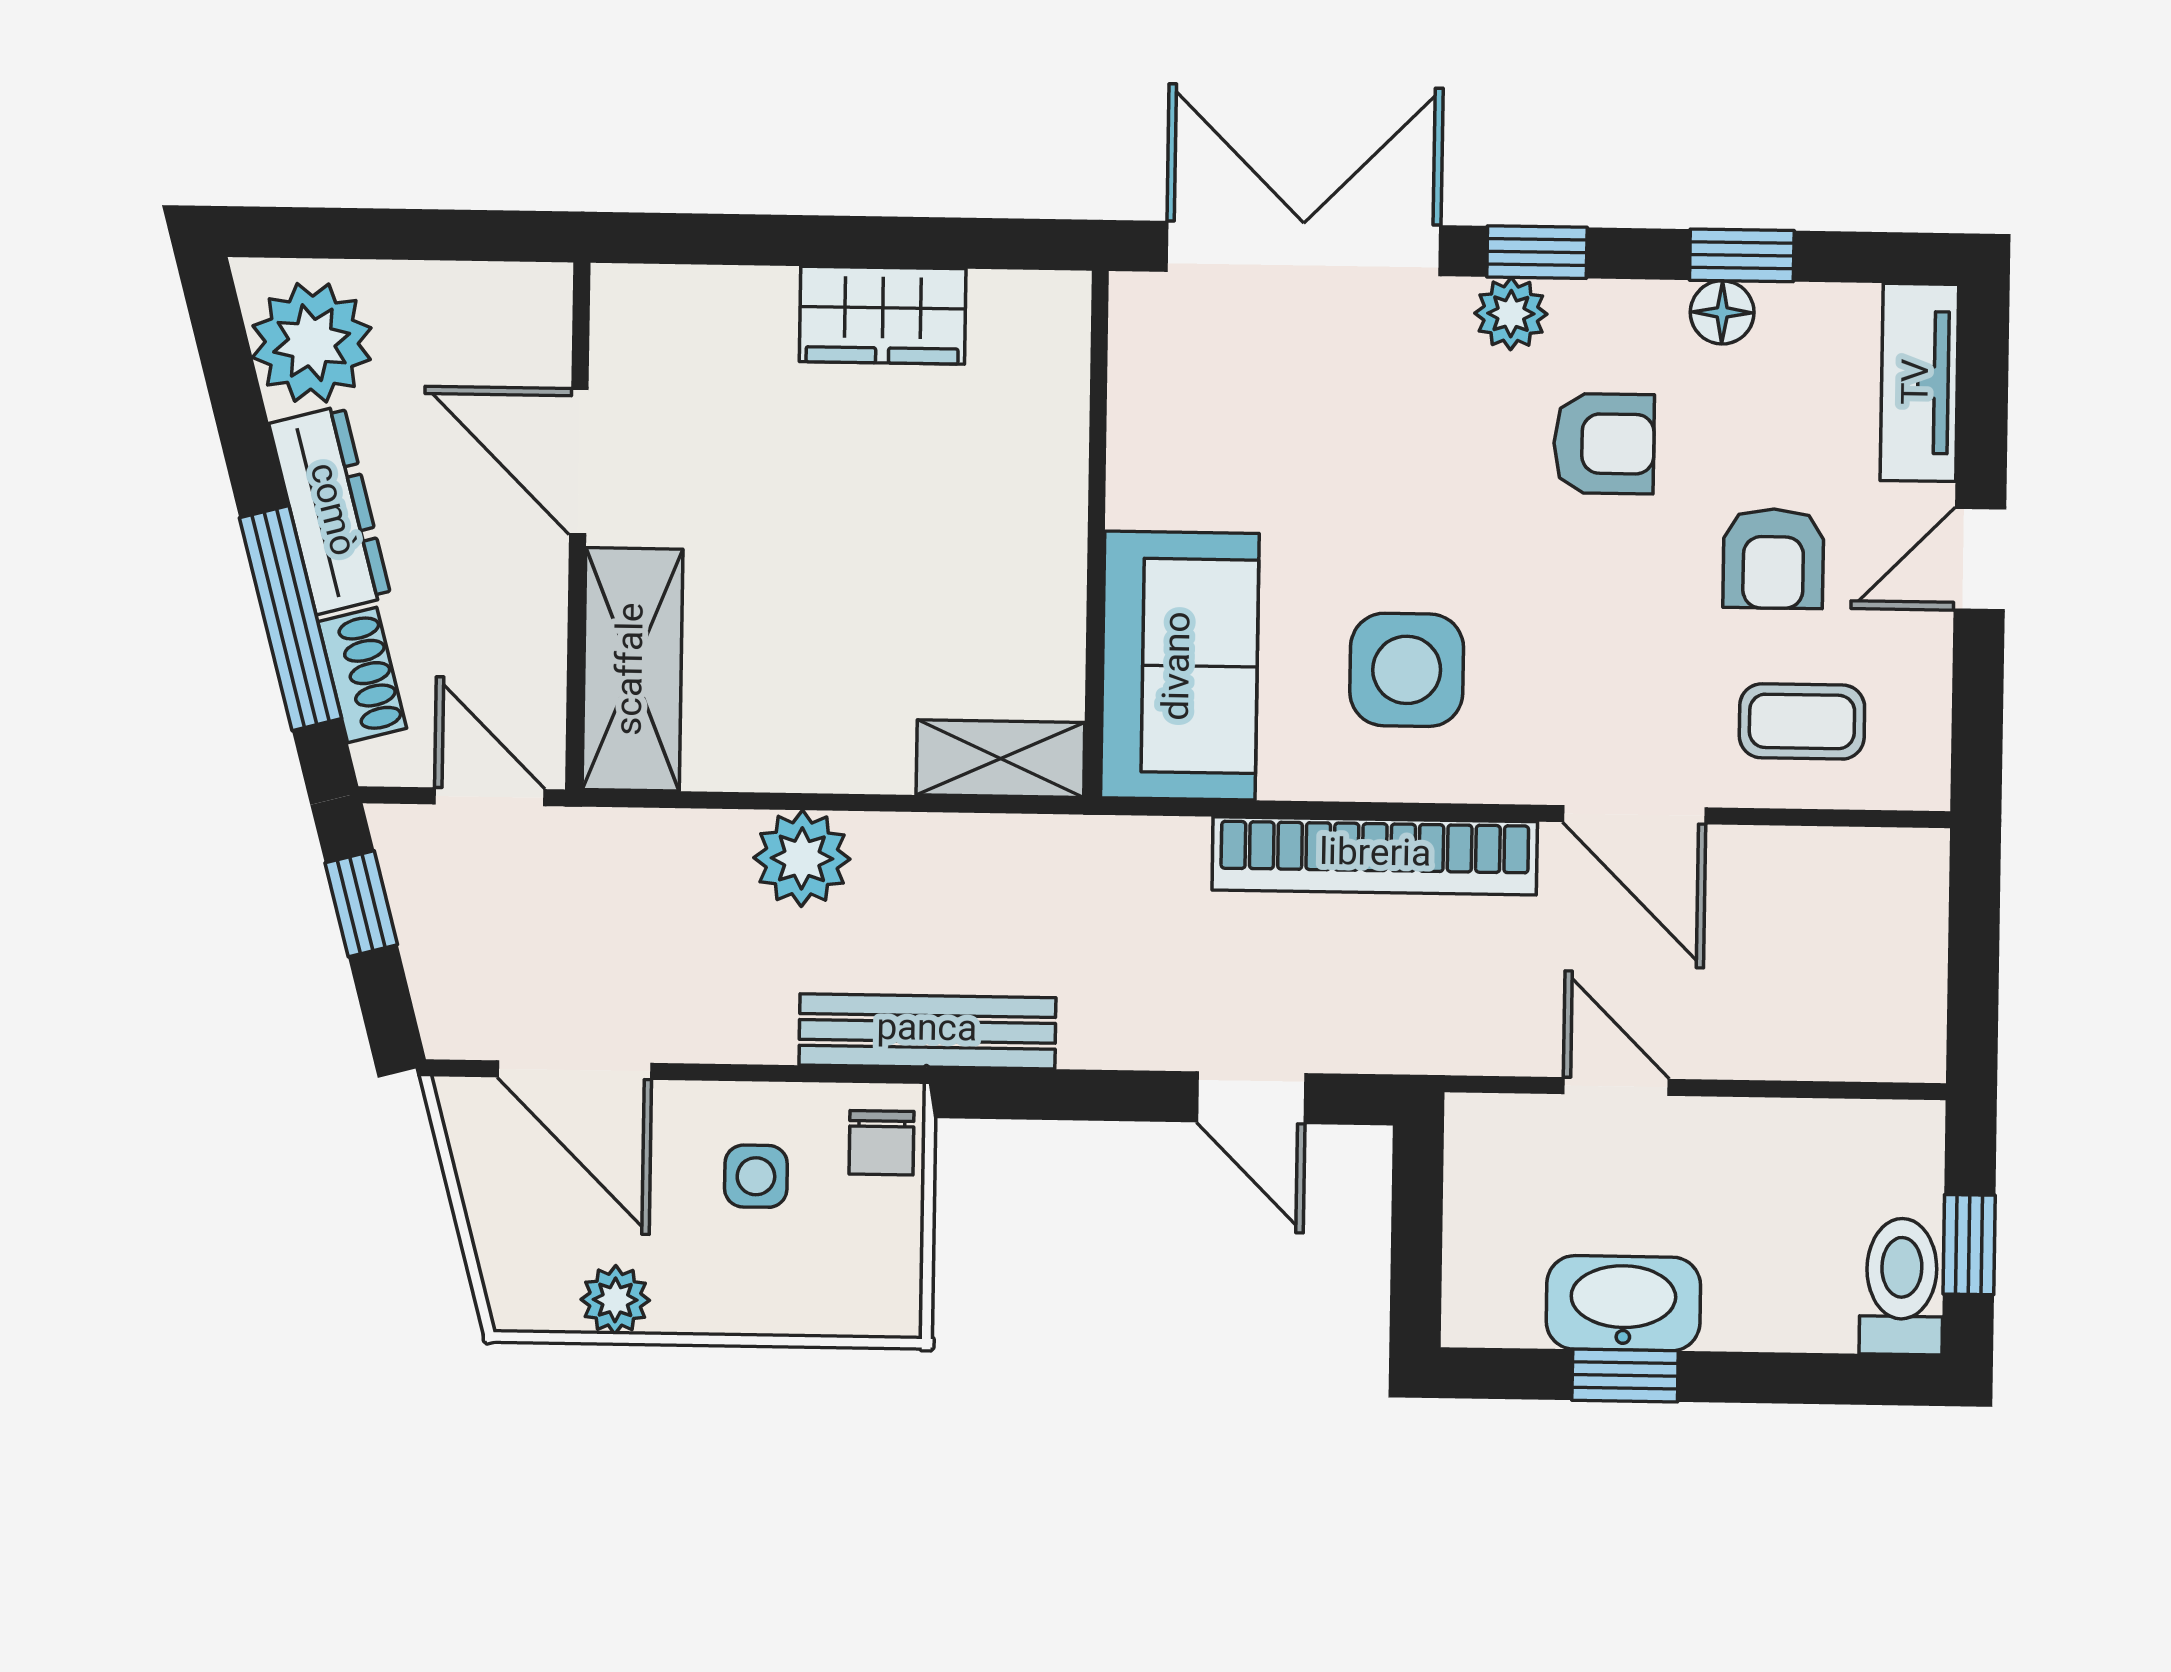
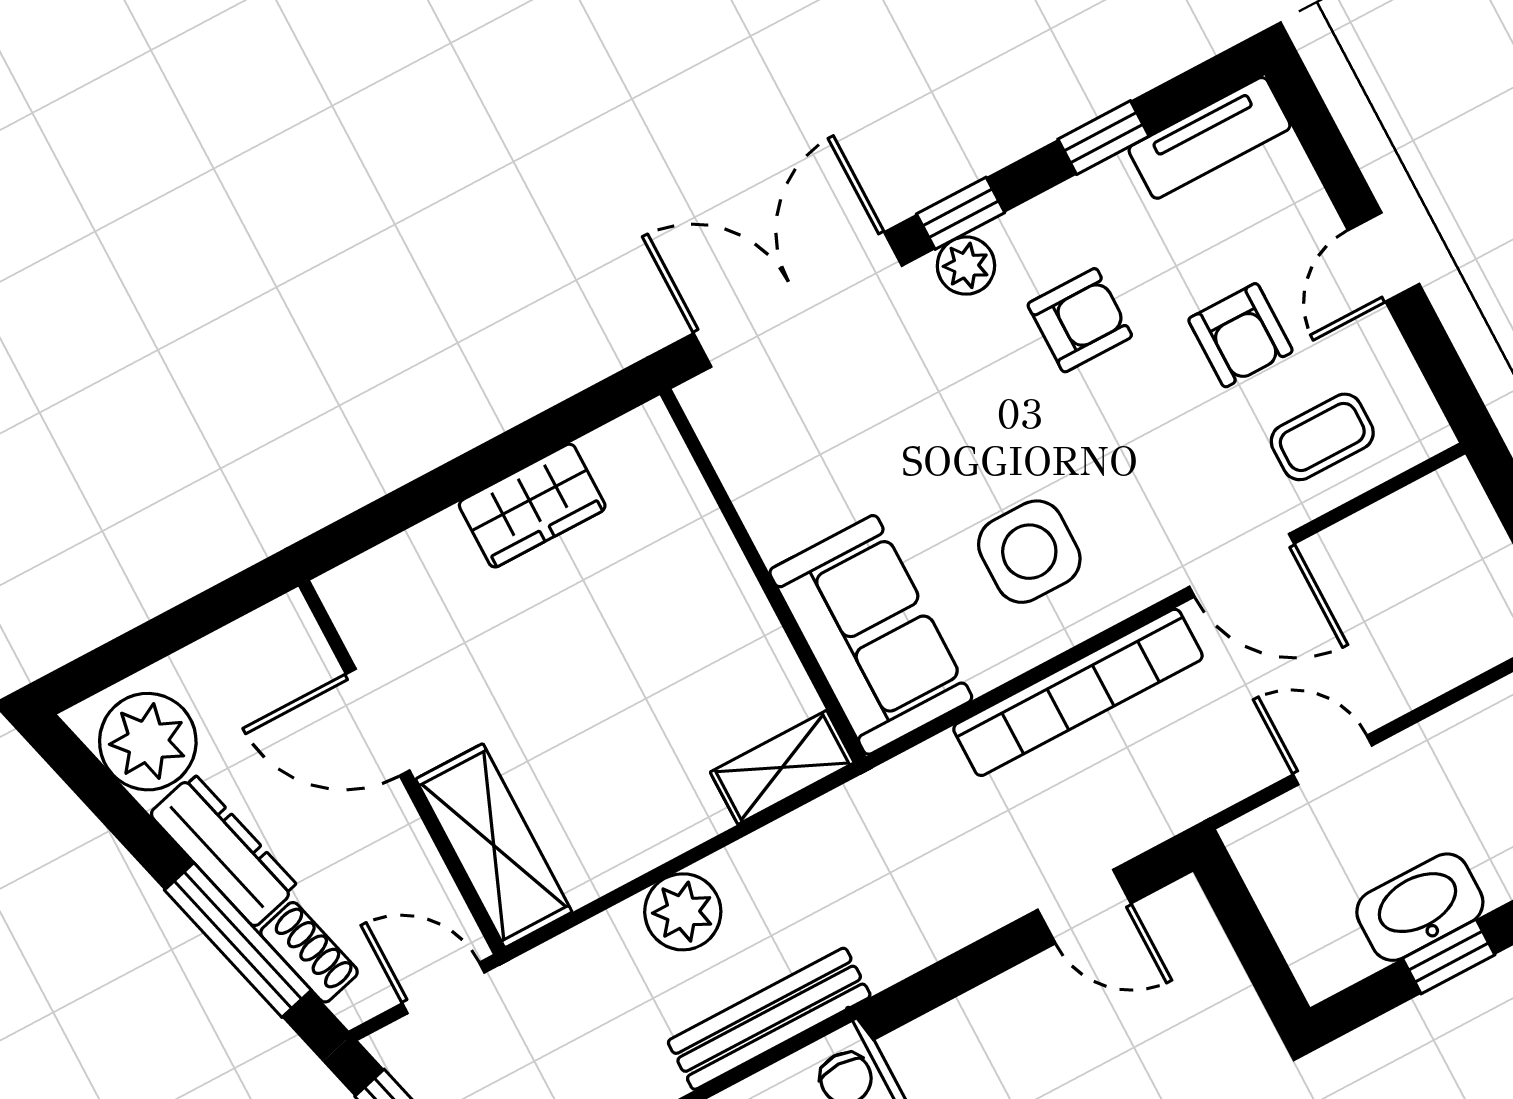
floor lamp: (1722, 312) -> (1112, 184), removed
tv unit: (1919, 382) -> (1210, 138), moved, turned -90
bench: (927, 1031) -> (769, 1019), moved

